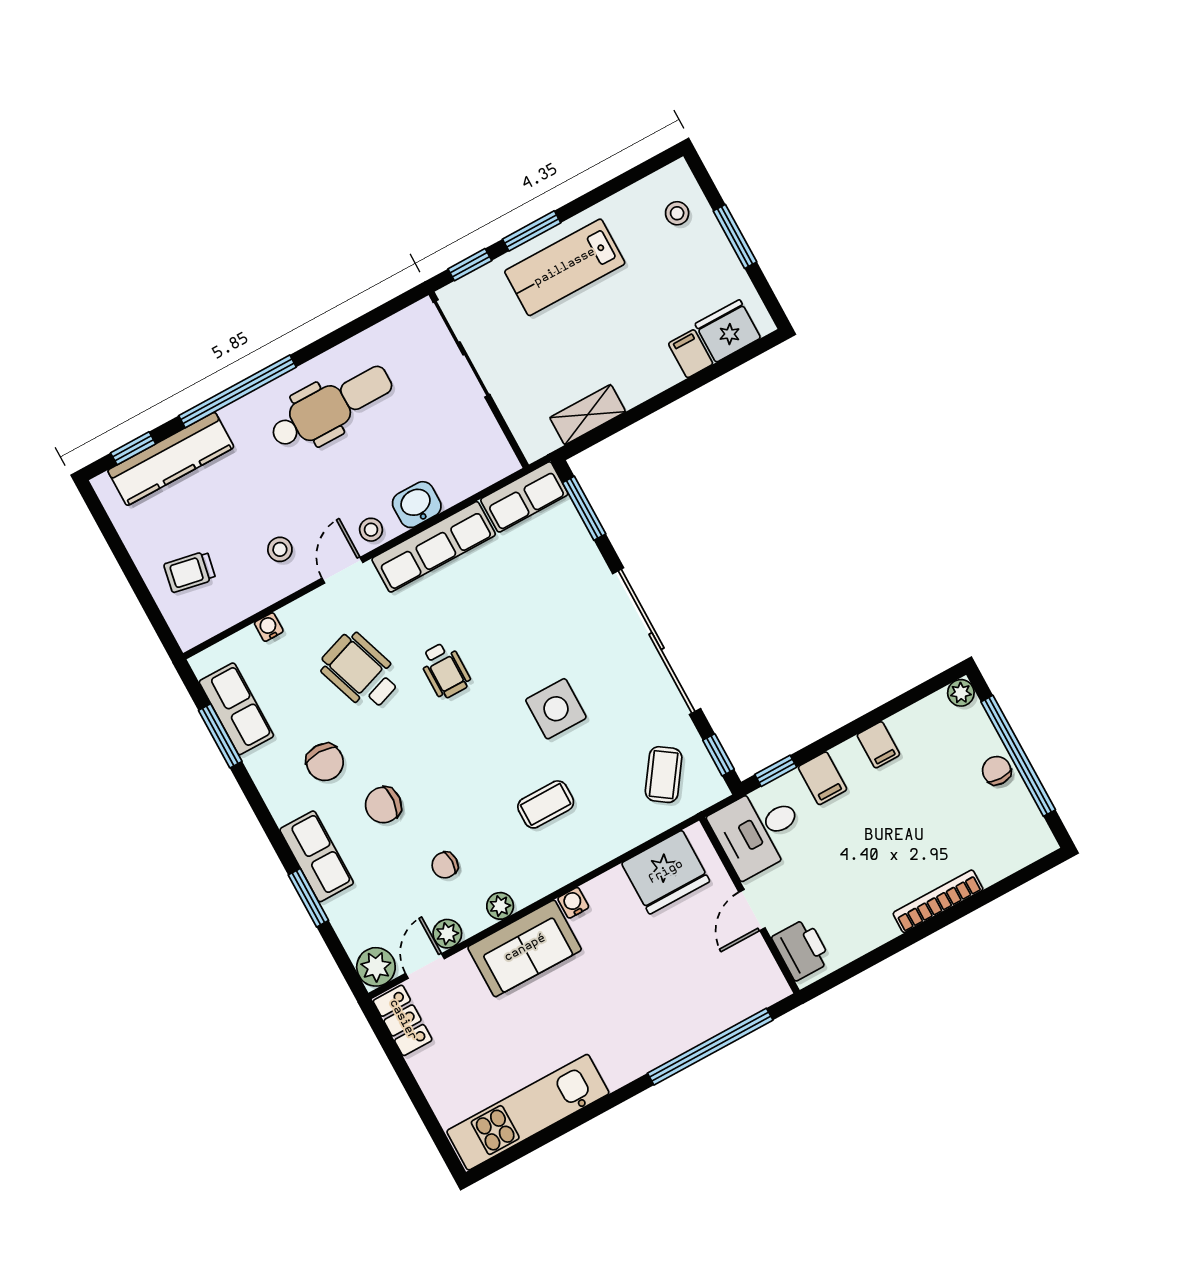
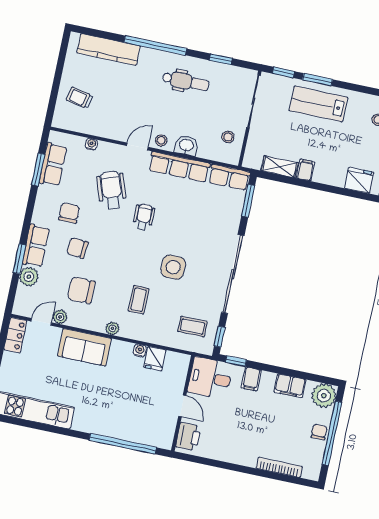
filing cabinet: (691, 354) -> (306, 170), moved
dental chair: (331, 407) -> (186, 81), width x0.73, depth x0.72
window: (133, 448) -> (221, 59), moved
stool: (280, 549) -> (228, 137), moved
wheelchair: (445, 670) -> (144, 217), turned 180
plant: (961, 693) -> (324, 396), width x1.88, depth x1.88
filing cabinet: (878, 745) -> (290, 386), width x2.00
chair: (325, 762) -> (69, 213), turned 180
coffee table: (664, 775) -> (193, 326), turned 55
coffee table: (546, 804) -> (139, 300), turned 90
chair: (445, 865) -> (81, 290), width x1.87, depth x1.87
fridge: (666, 872) -> (155, 359), width x0.53, depth x0.75
bookcase: (938, 901) -> (279, 467), moved
water cooler: (573, 903) -> (140, 350), moved
plant: (500, 906) -> (112, 328), moved
door: (752, 910) -> (182, 406), swing flipped
plant: (376, 967) -> (29, 277), moved

